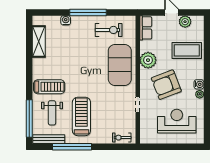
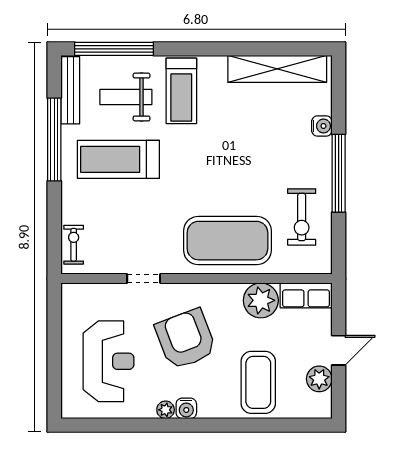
shelving: (39, 41) -> (277, 69), width x1.47
plant: (148, 60) -> (261, 300), moved
treadmill: (81, 116) -> (118, 159), turned 180

